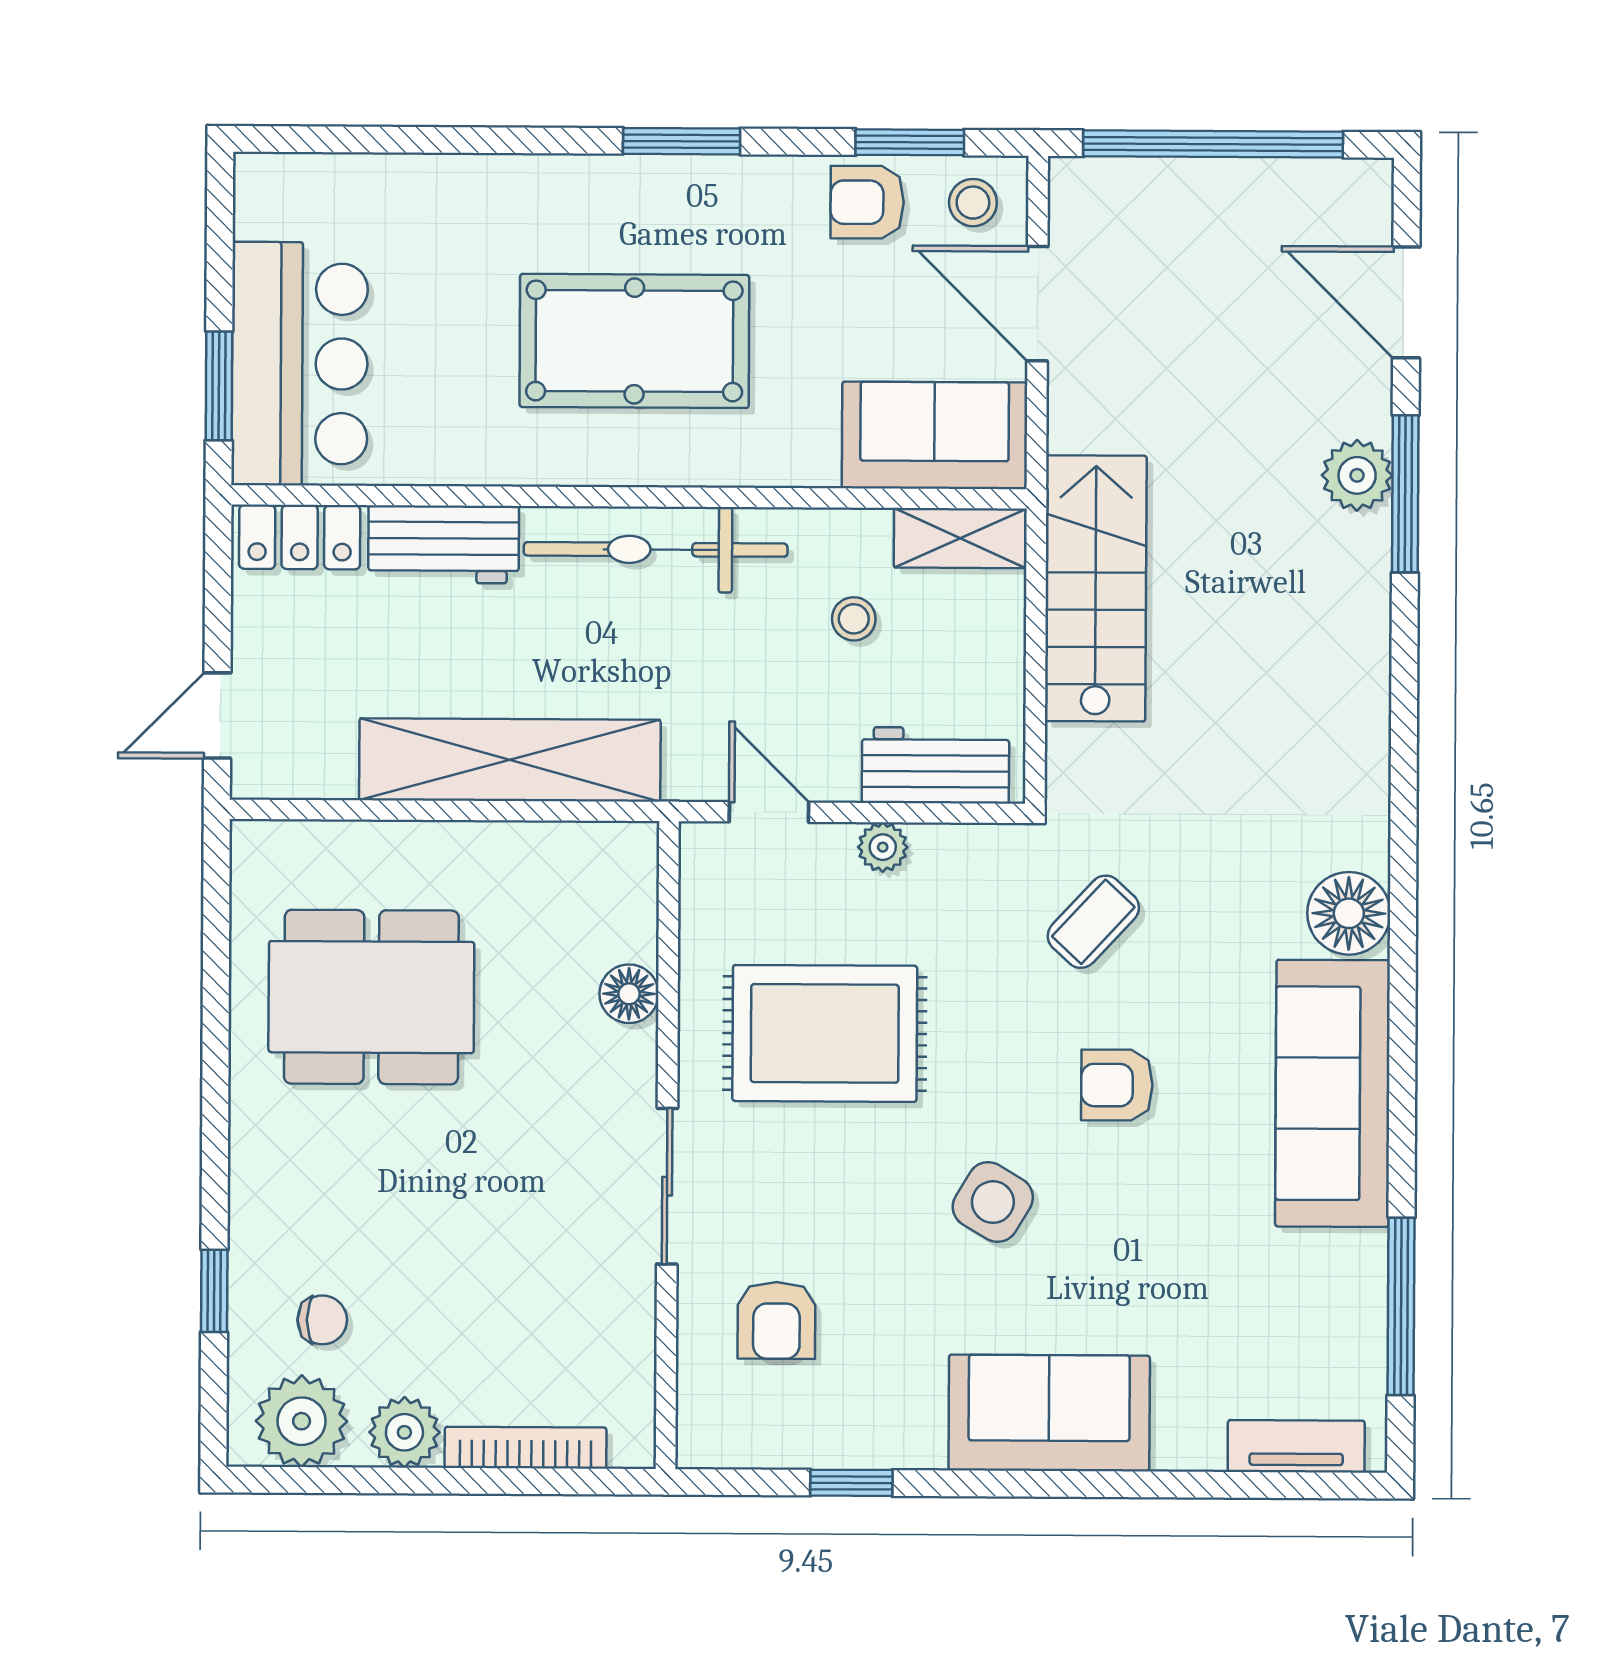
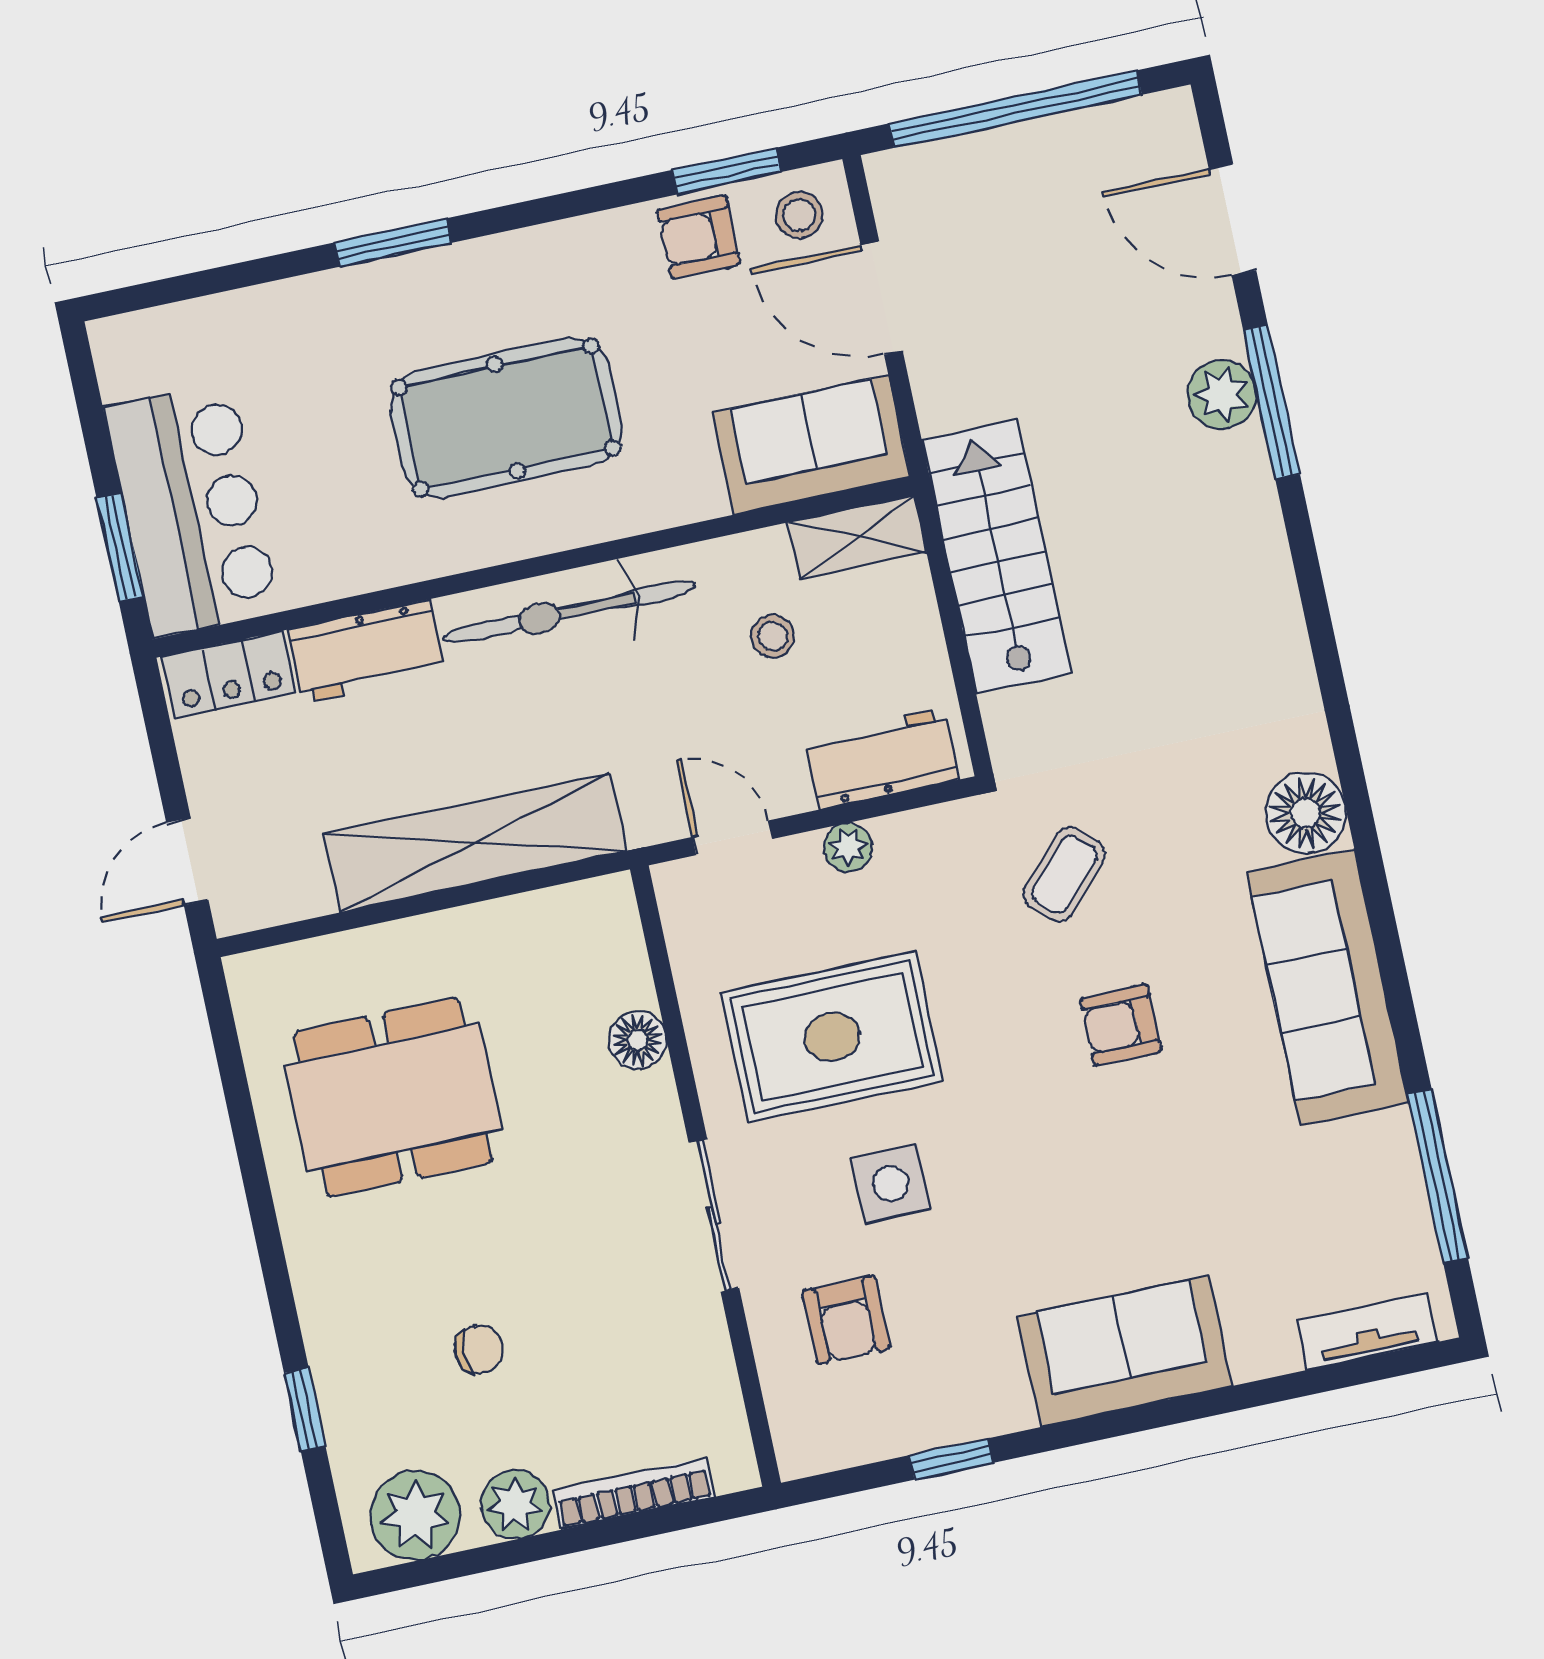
window: (682, 141) -> (393, 243), moved
side table: (993, 1202) -> (891, 1183), moved, turned -31
chair: (322, 1320) -> (479, 1350), moved

